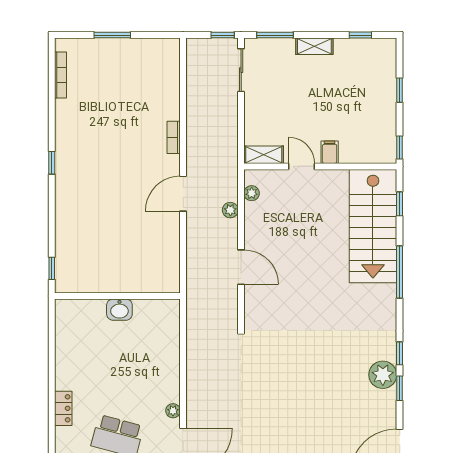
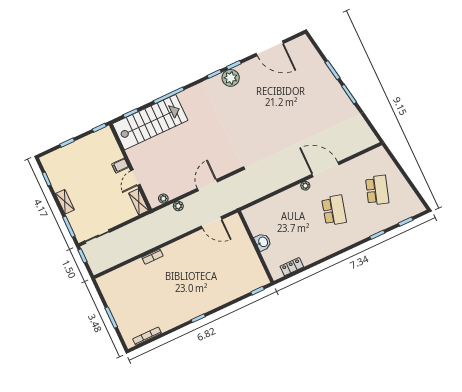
door: (183, 194) -> (212, 223), moved
locker: (63, 408) -> (292, 267), moved

